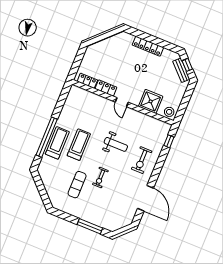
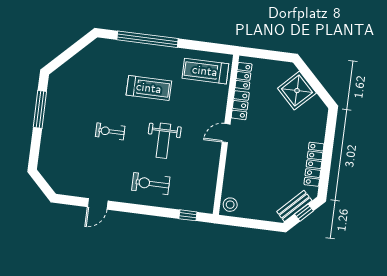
locker: (148, 46) -> (314, 164), moved
shower: (151, 101) -> (297, 91), moved, turned 45
treadmill: (57, 143) -> (205, 71), moved, turned 180
exercise mat: (77, 185) -> (91, 101), removed
door: (146, 198) -> (98, 204), width x0.53
window: (90, 226) -> (40, 109), moved

